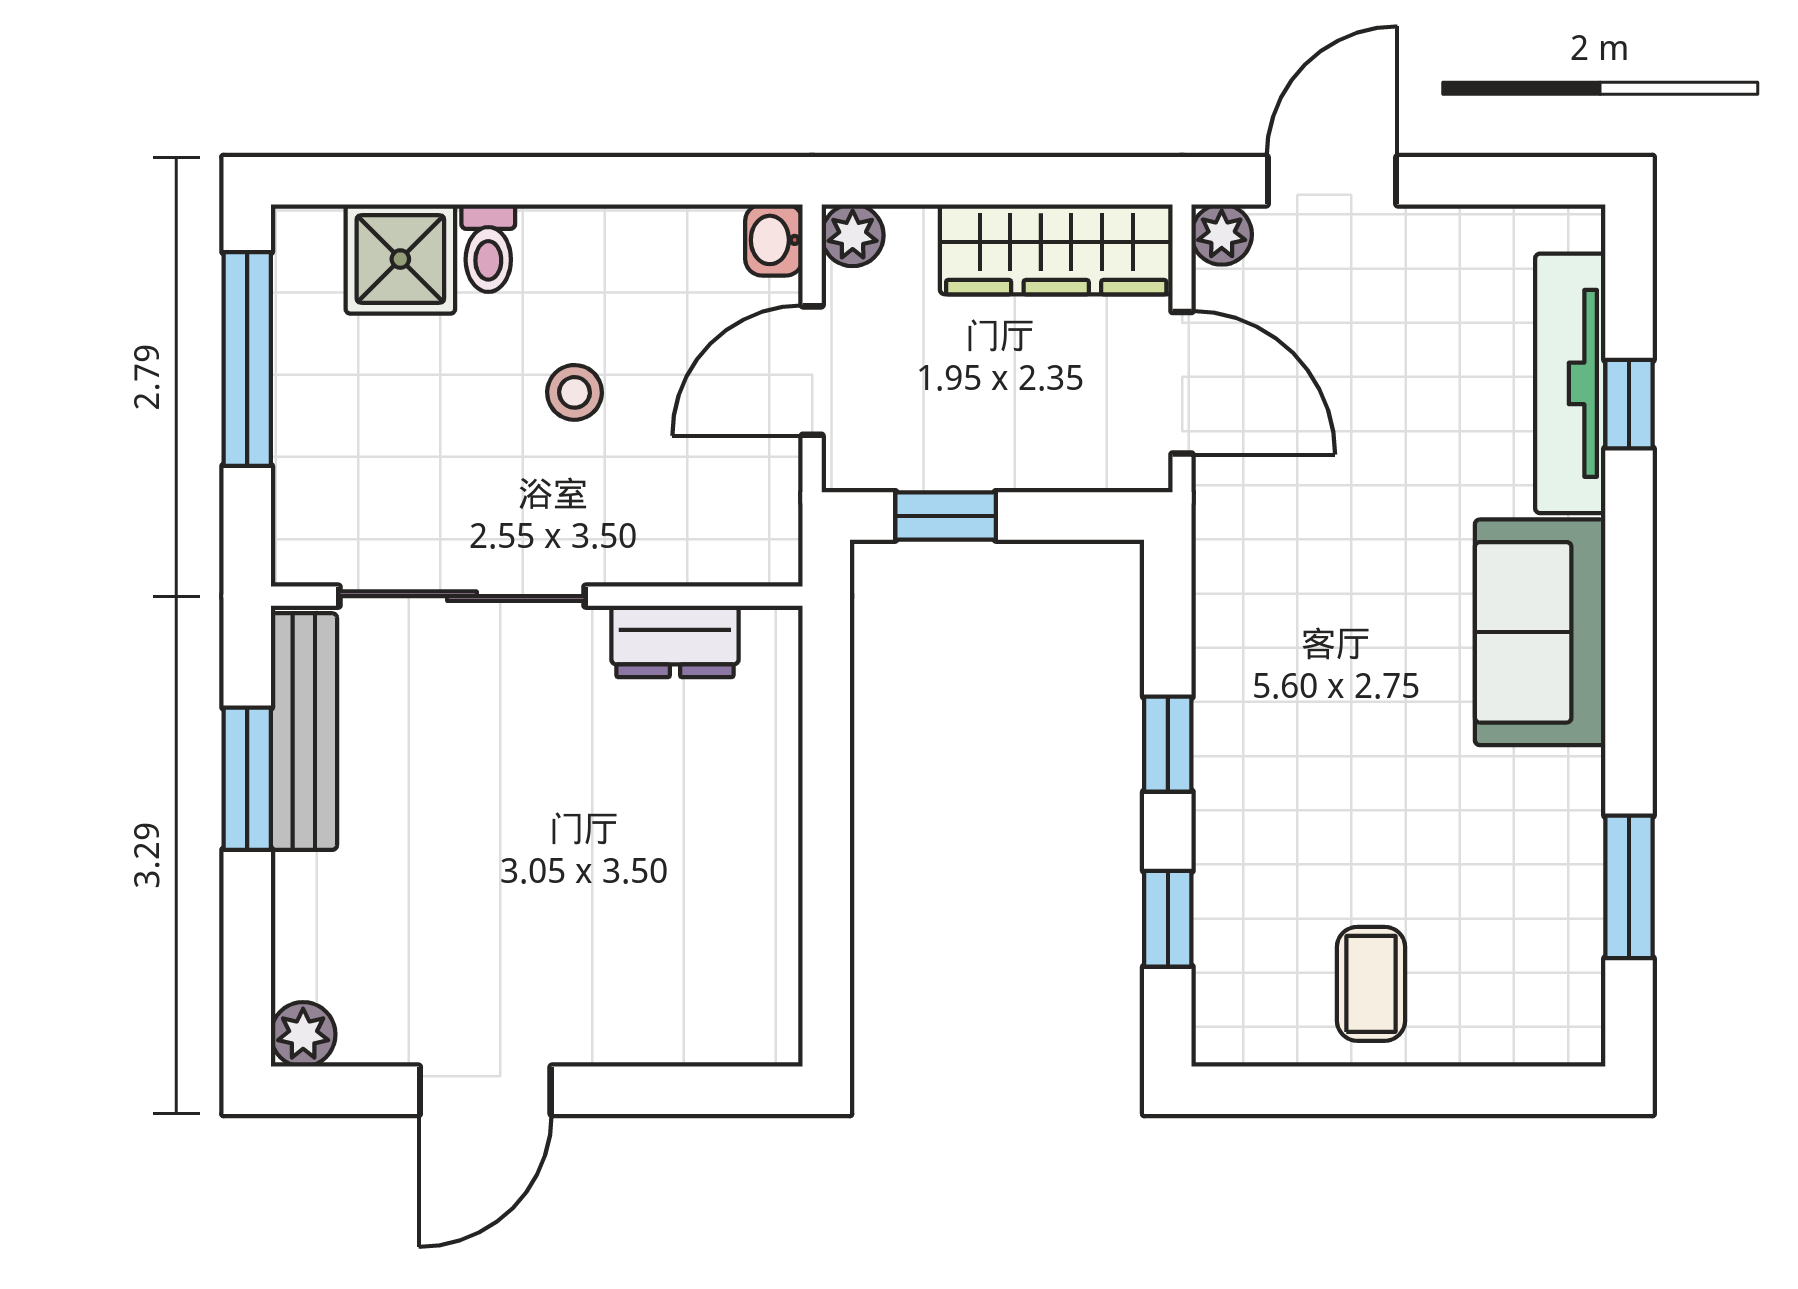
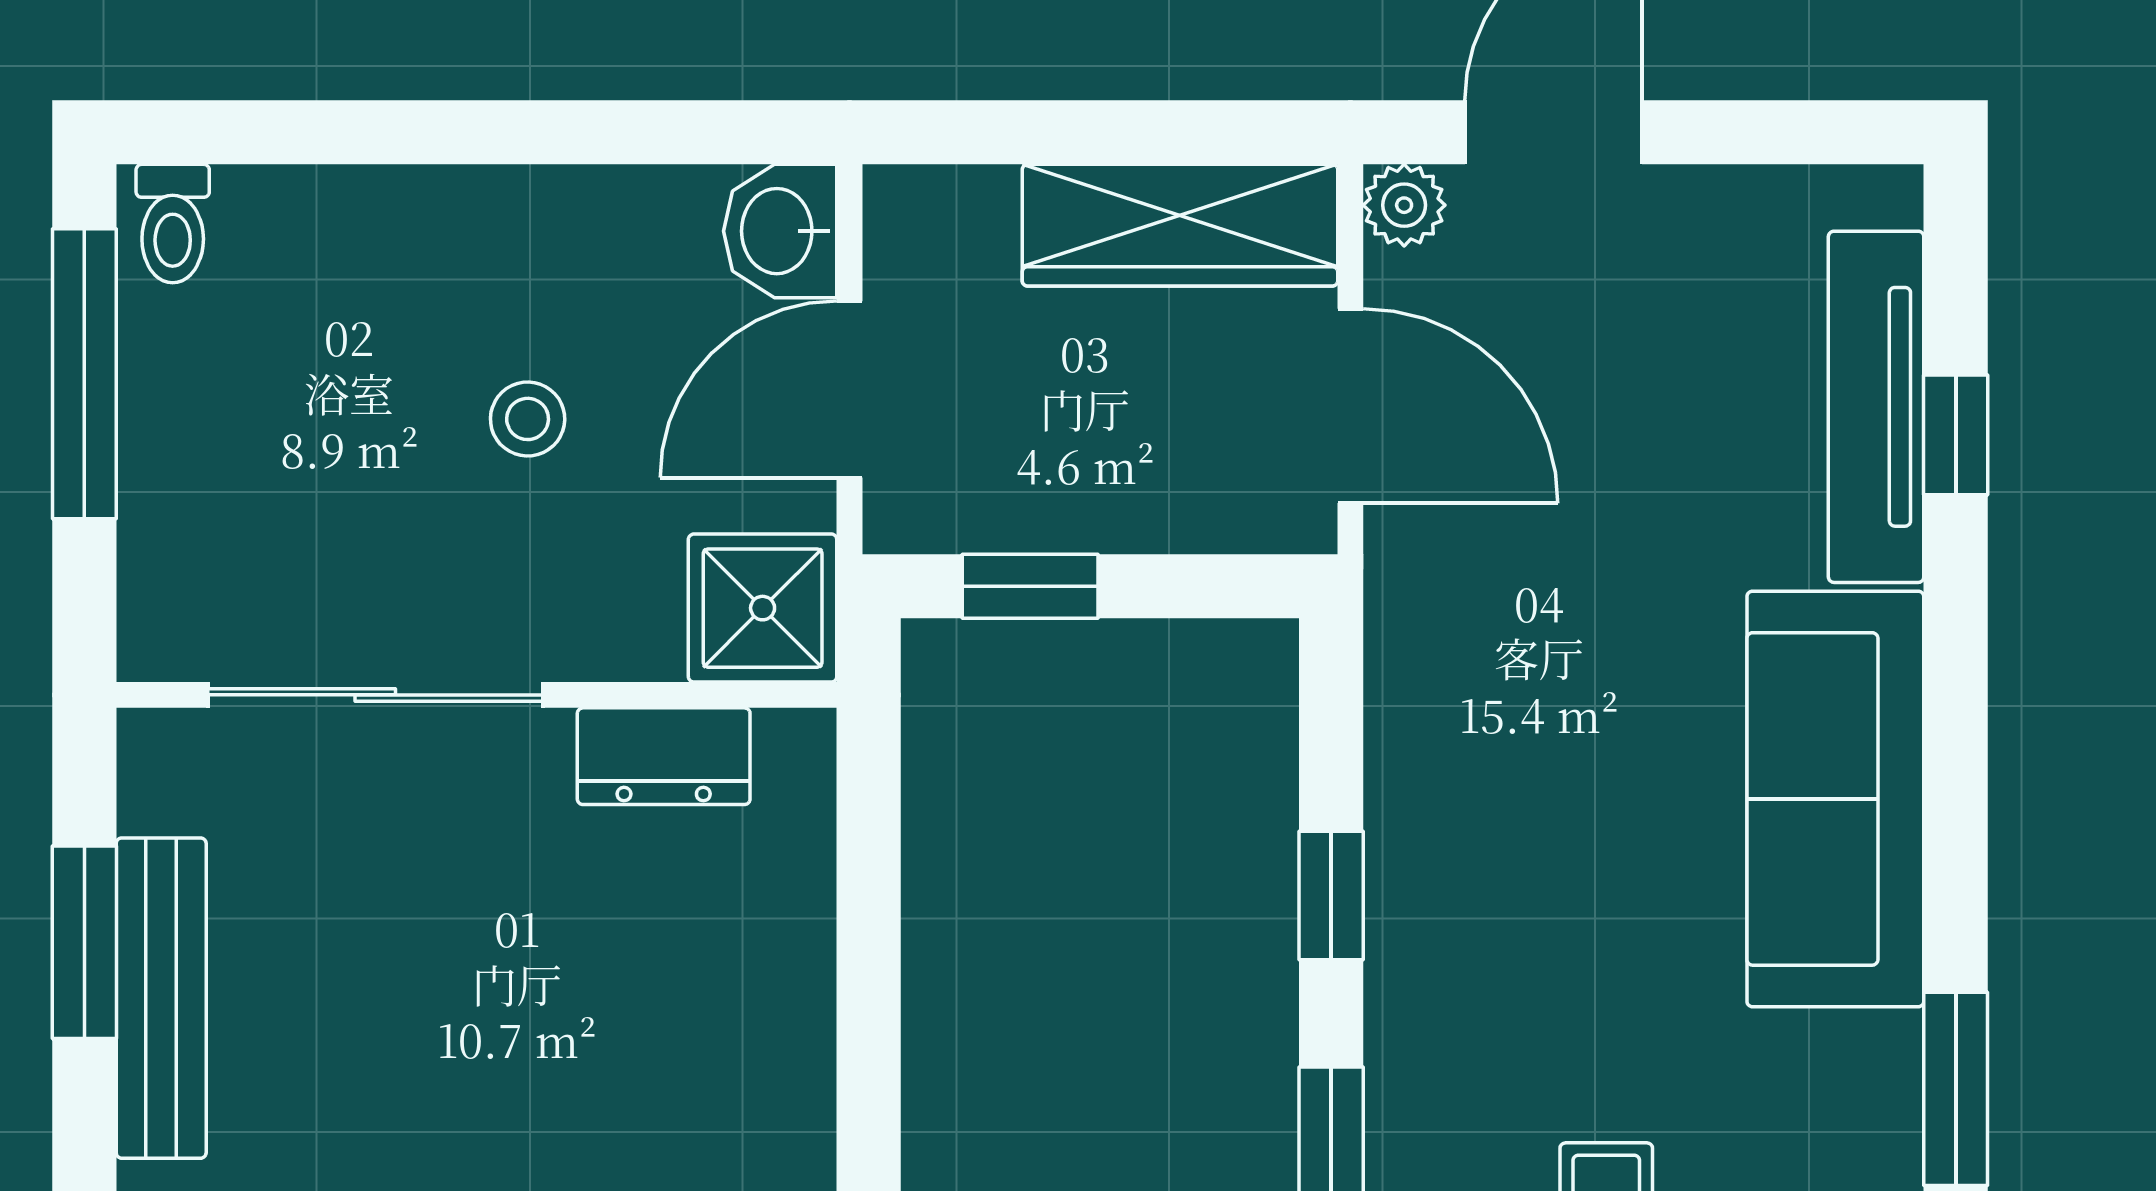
plant: (853, 235) -> (904, 206), removed
washbasin: (774, 240) -> (780, 231), width x1.38, depth x1.45
toilet: (488, 248) -> (173, 224), moved
shower: (400, 259) -> (763, 608), moved
sofa: (1540, 632) -> (1835, 799), width x1.36
bench: (304, 732) -> (161, 998), moved

